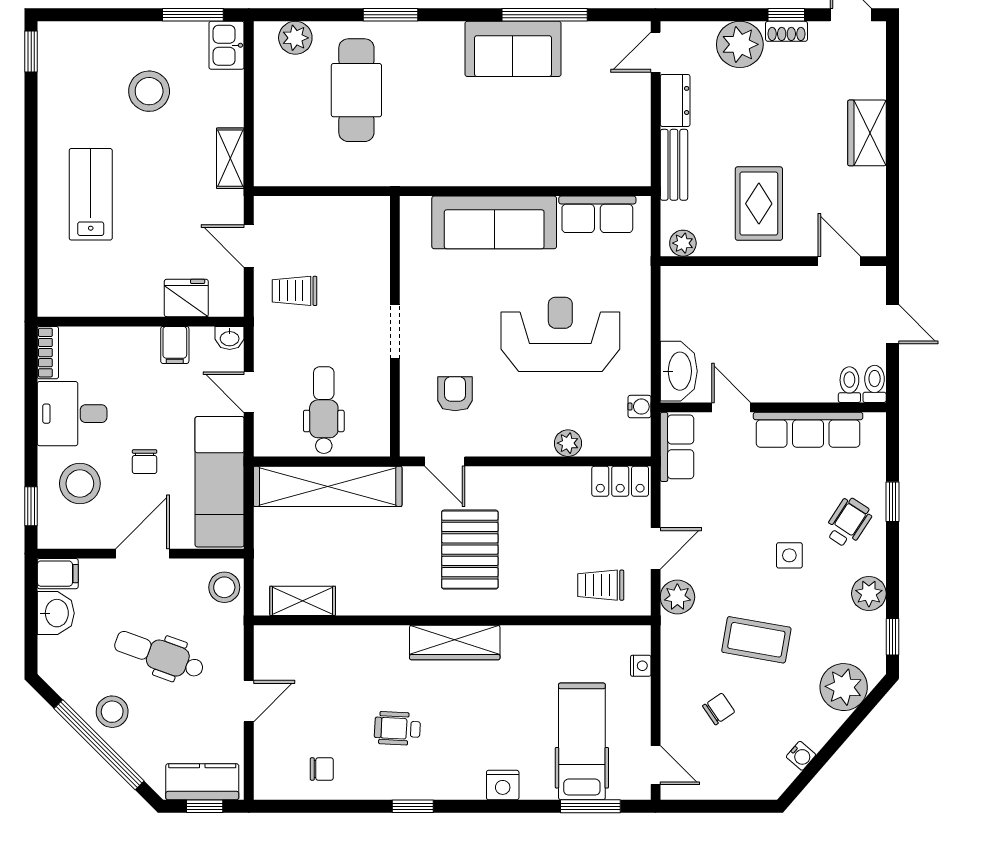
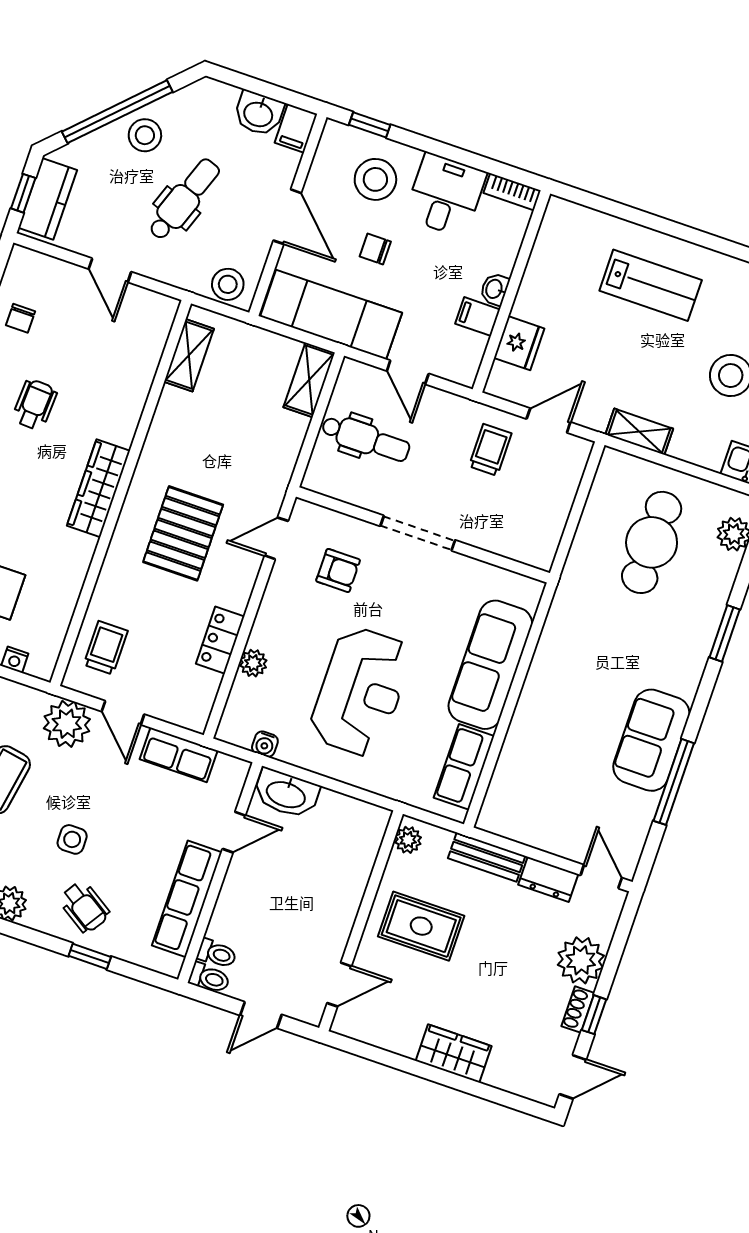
cafe table: (356, 90) -> (652, 542), moved, turned 90
doorway: (395, 332) -> (418, 533), width x1.38
washbasin: (230, 338) -> (495, 289), moved
door: (249, 392) -> (408, 372), swing flipped
row of seats: (677, 447) -> (179, 755), moved
locker: (620, 481) -> (220, 640), moved
shelving: (328, 486) -> (309, 380), width x0.45, depth x0.75
pallet: (470, 550) -> (183, 533), turned 90
plant: (677, 597) -> (67, 724), width x1.36, depth x1.36

